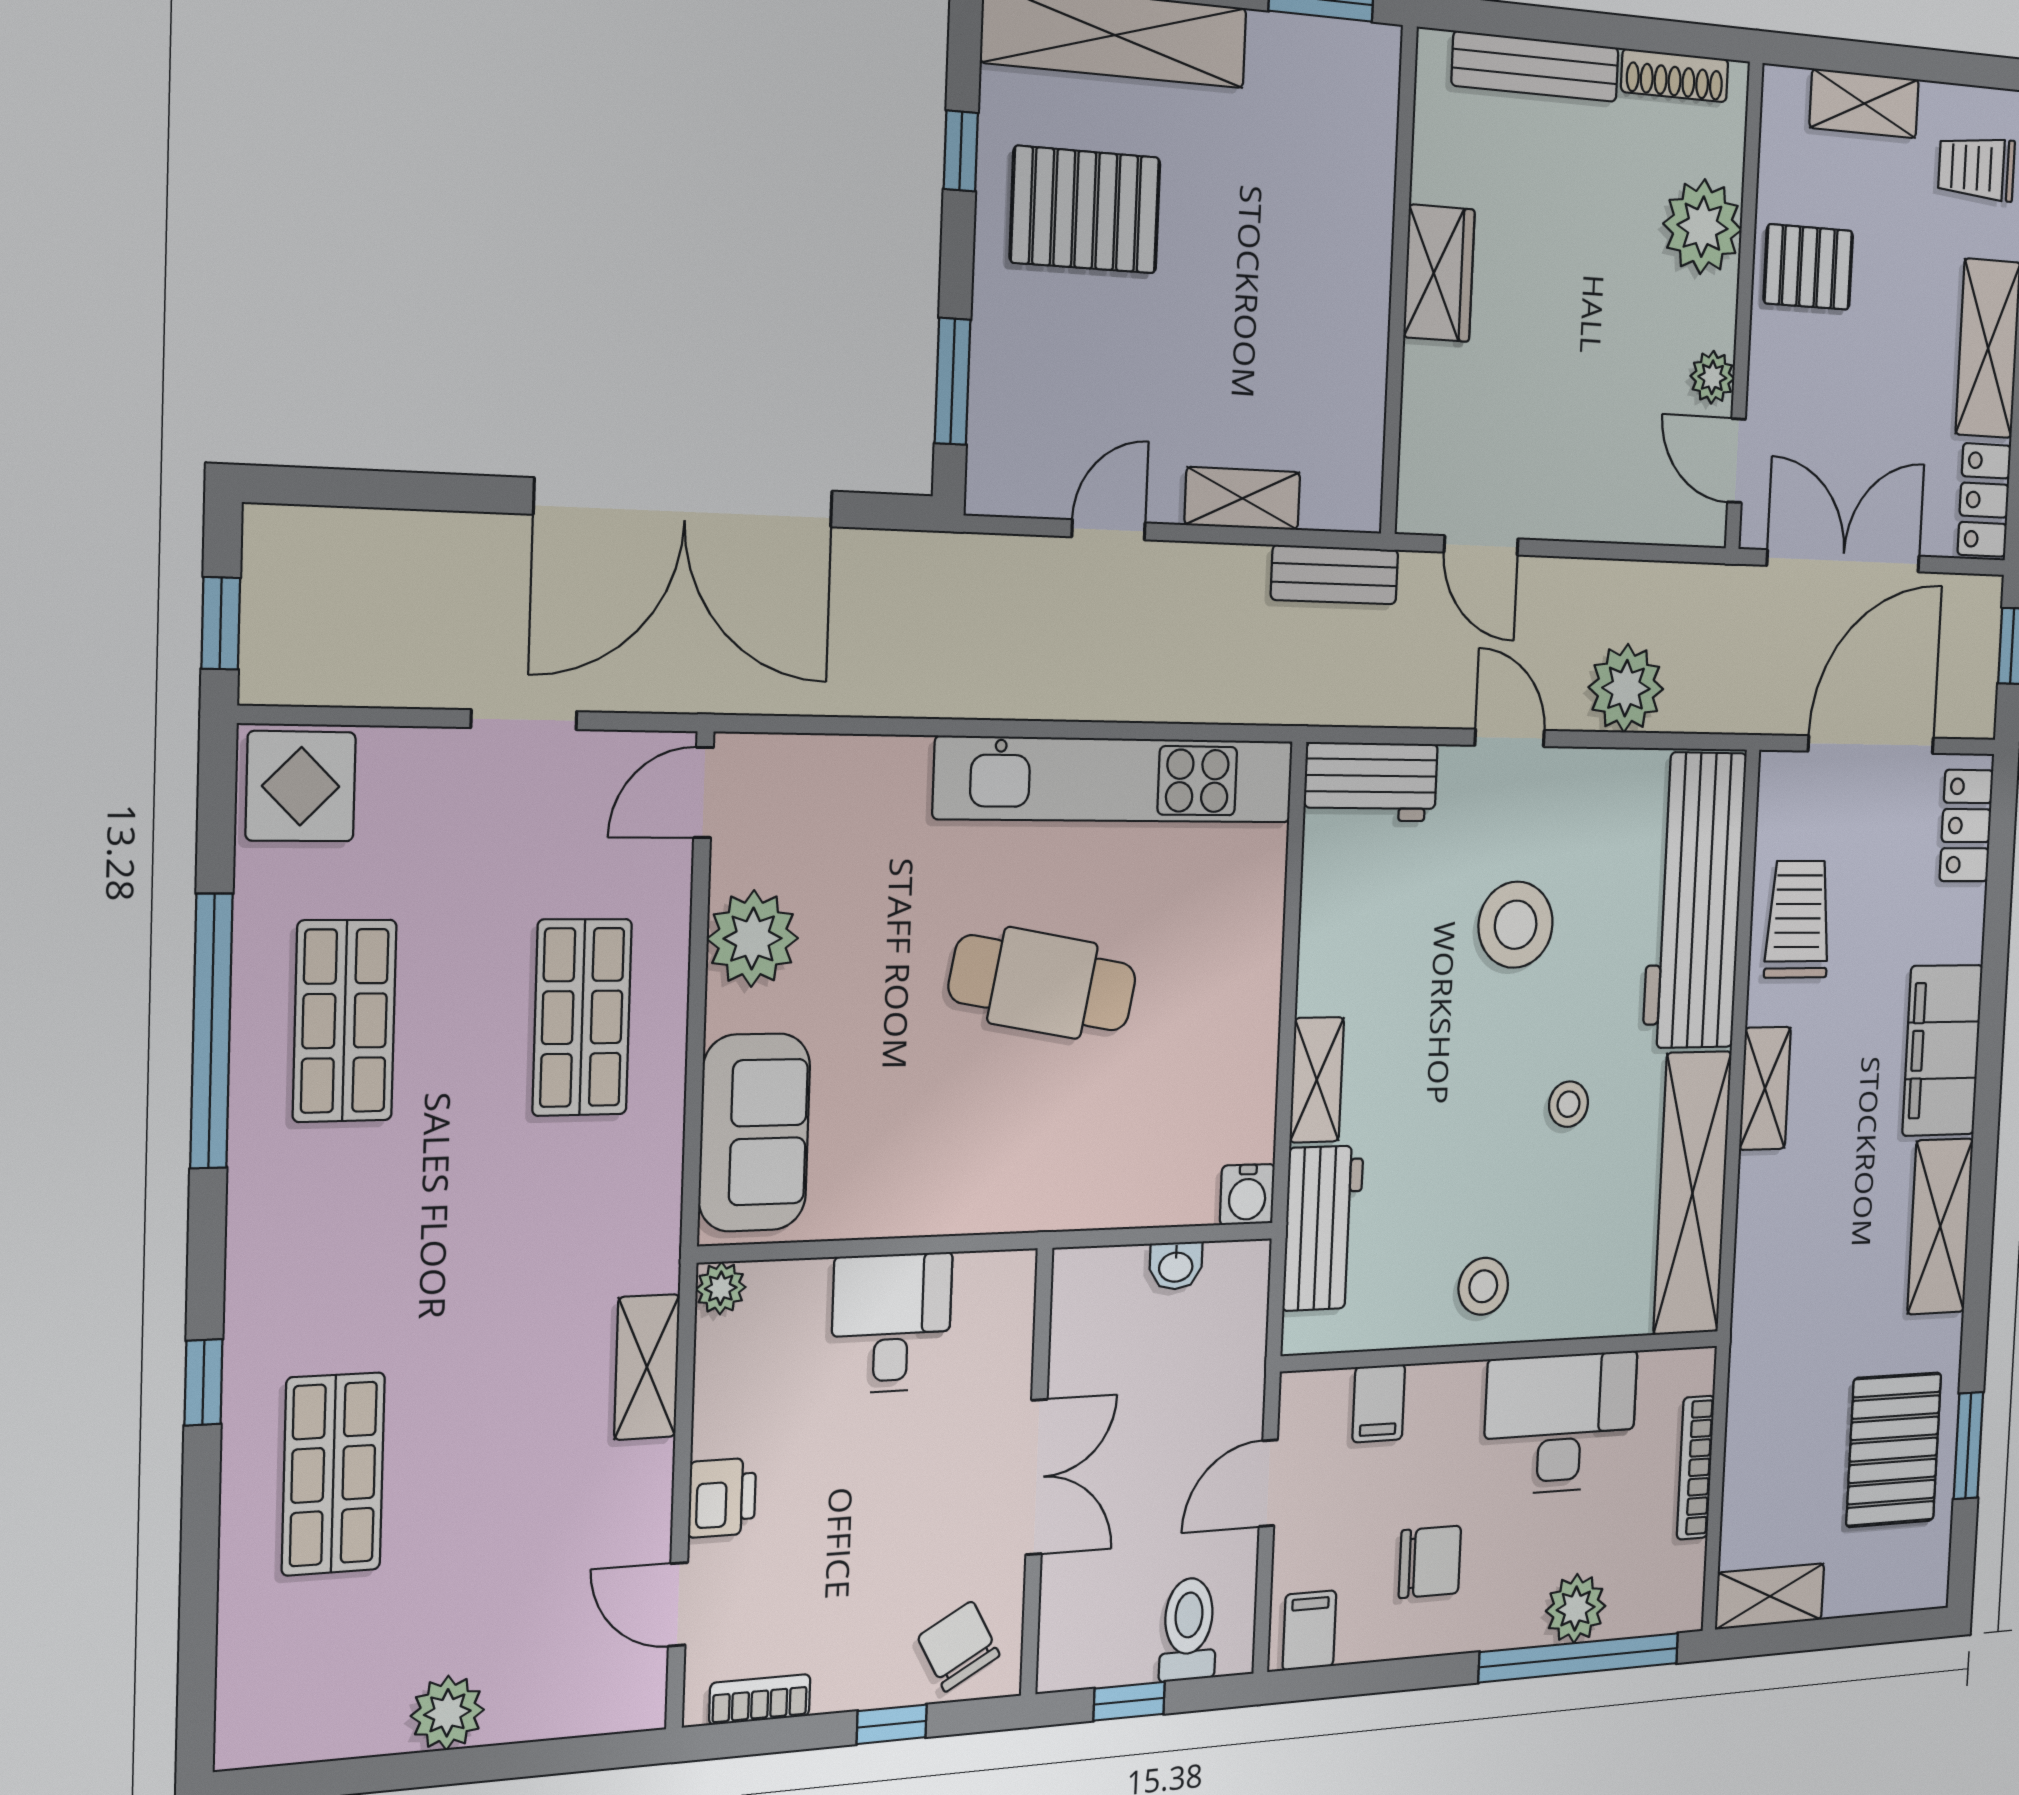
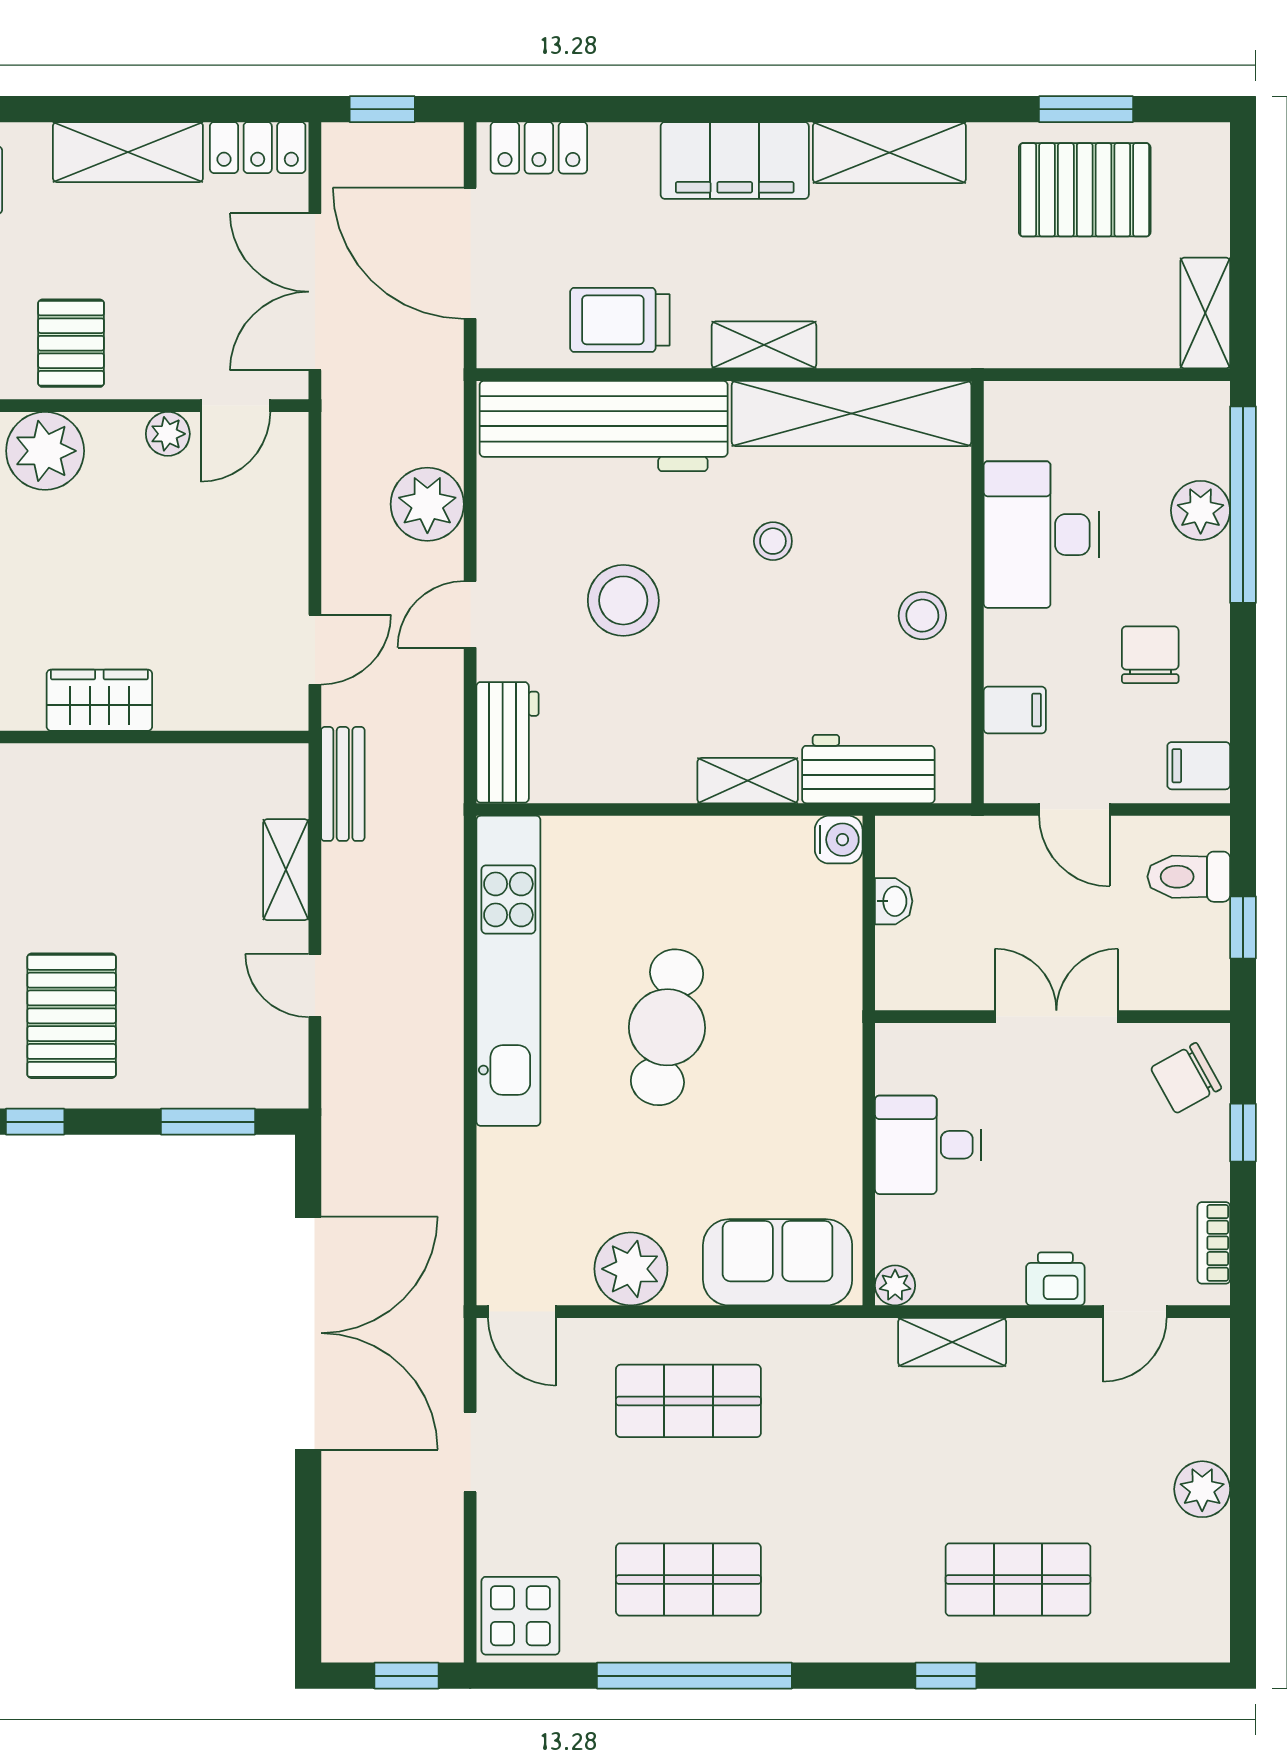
bookcase: (1696, 1468) -> (1088, 397), removed

